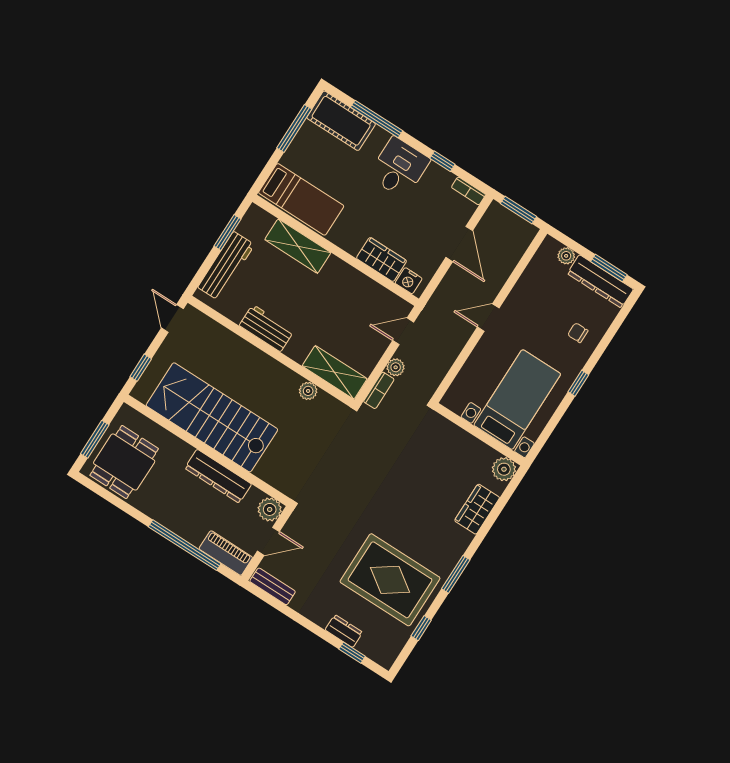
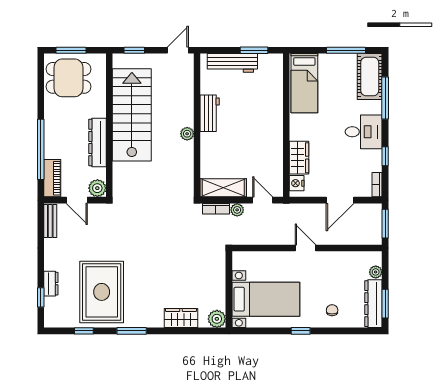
shelving: (298, 246) -> (274, 100), removed
shelving: (335, 372) -> (223, 188), moved, turned 90
plant: (308, 391) -> (187, 134), moved

